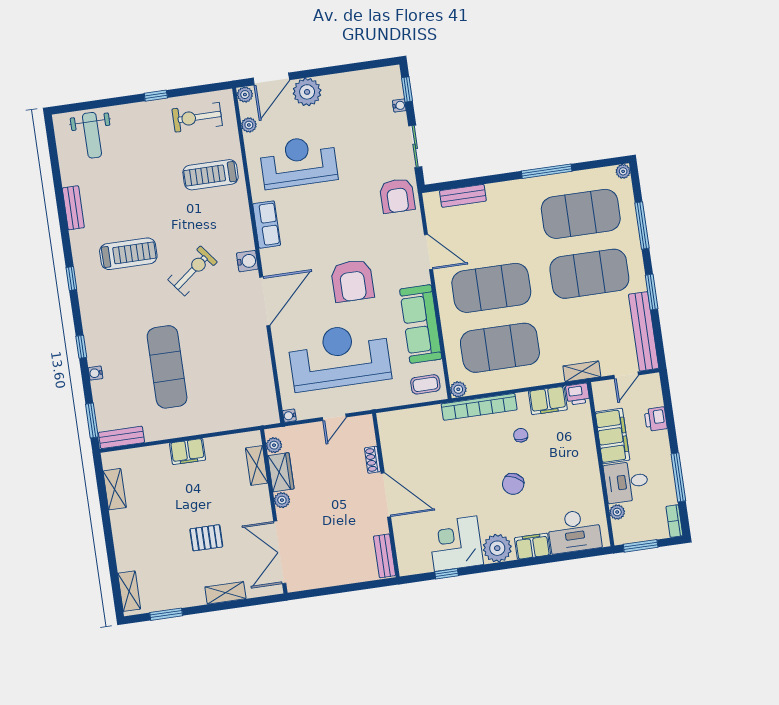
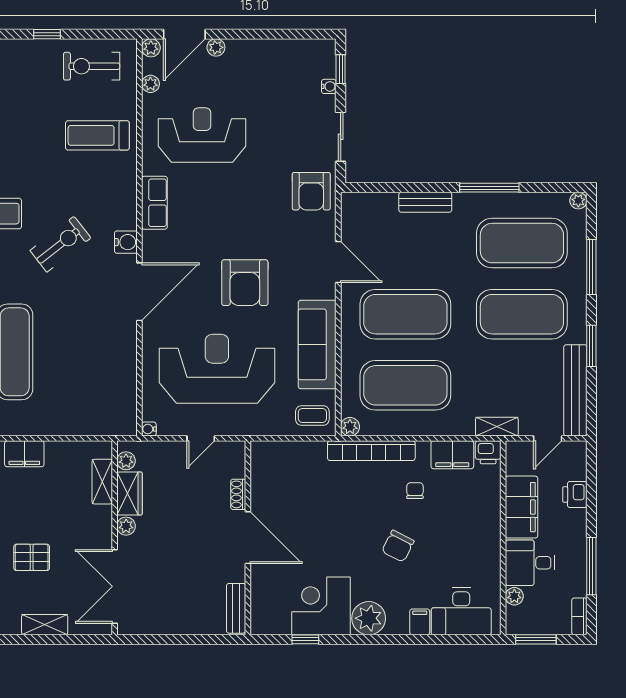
plant: (307, 92) -> (216, 47), width x0.53, depth x0.53
bench: (463, 196) -> (425, 202), moved
filing cabinet: (532, 546) -> (420, 622), width x0.50

